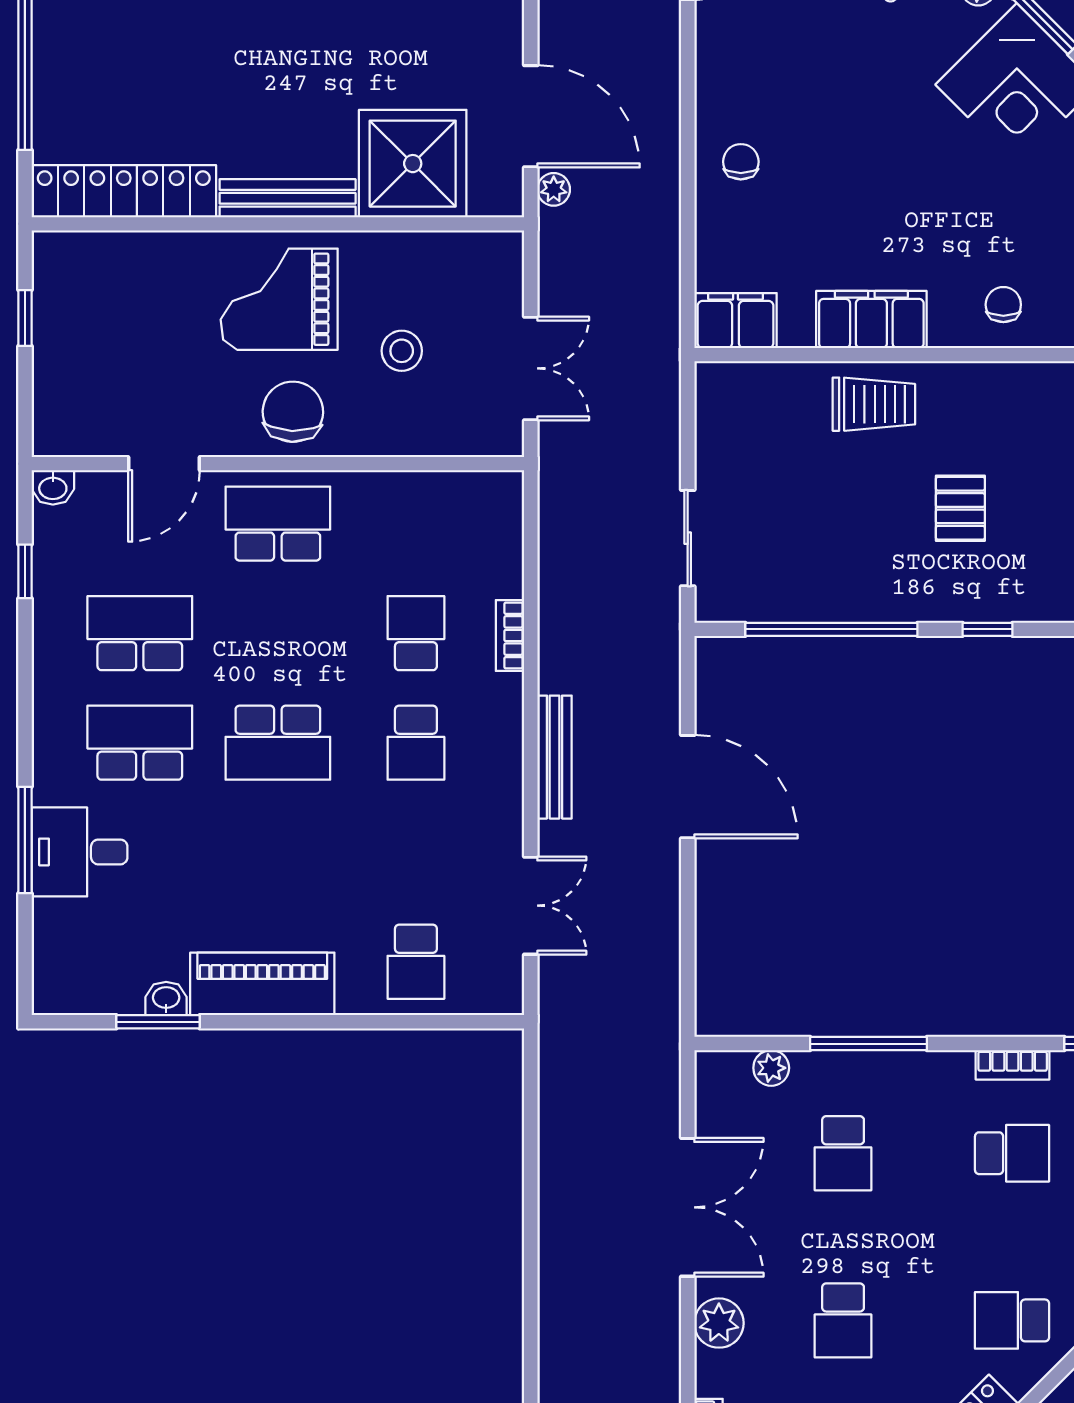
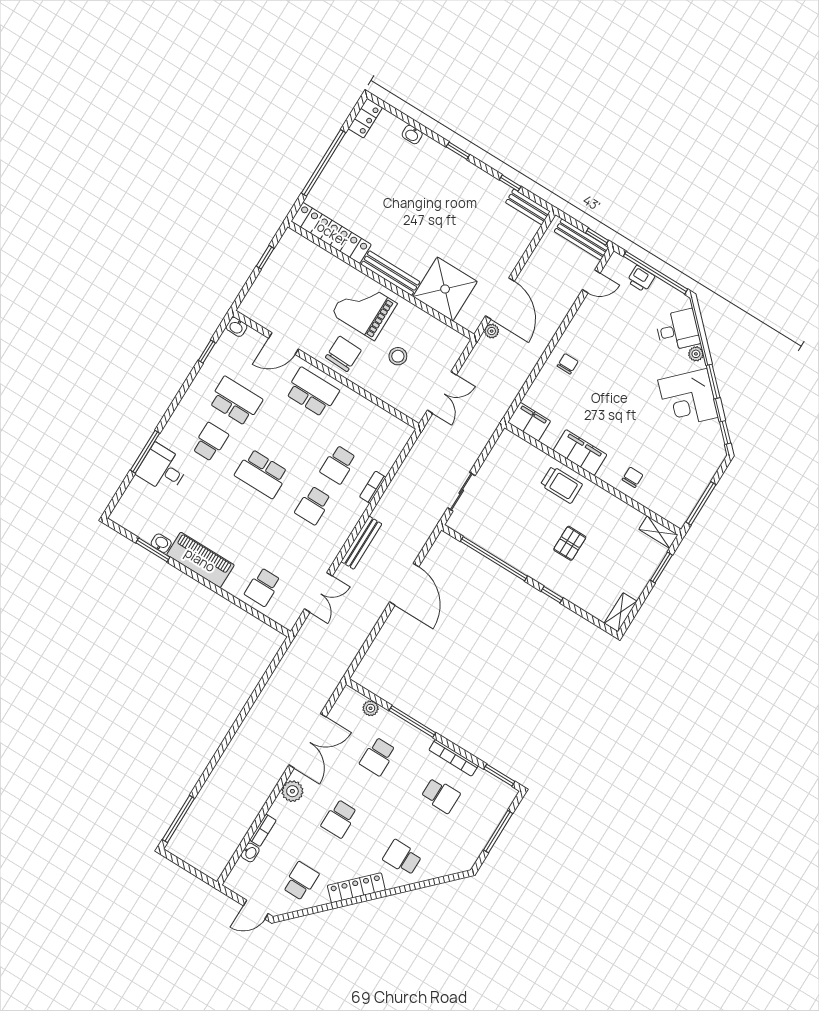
school desk: (416, 633) -> (338, 465), turned 180
school desk: (140, 743) -> (210, 442), width x0.54
bookcase: (1013, 1065) -> (453, 758), width x1.56

